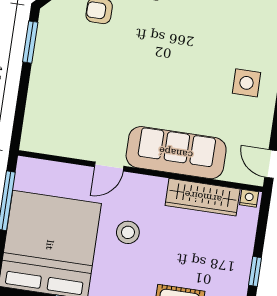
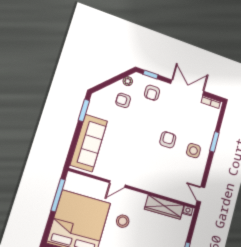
armchair: (194, 70) -> (168, 140), added
sofa: (176, 153) -> (89, 143), moved, turned 90

